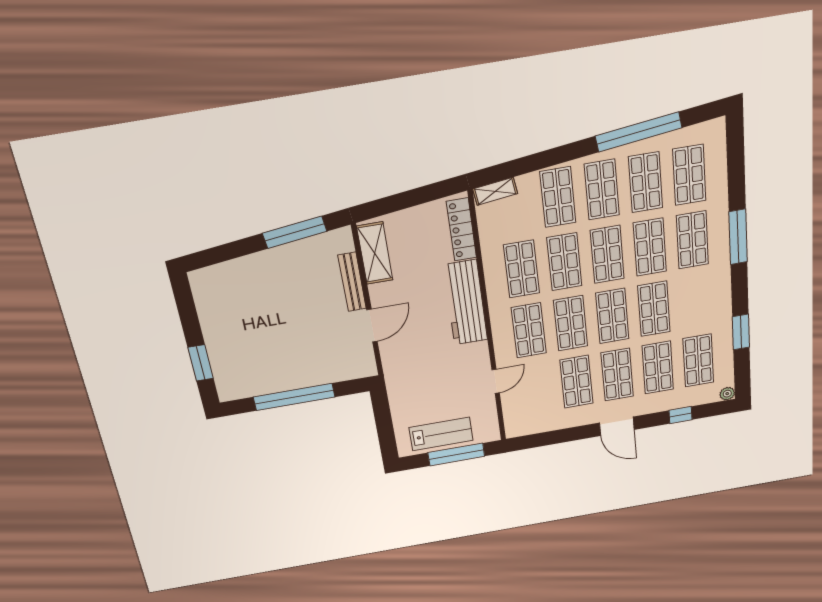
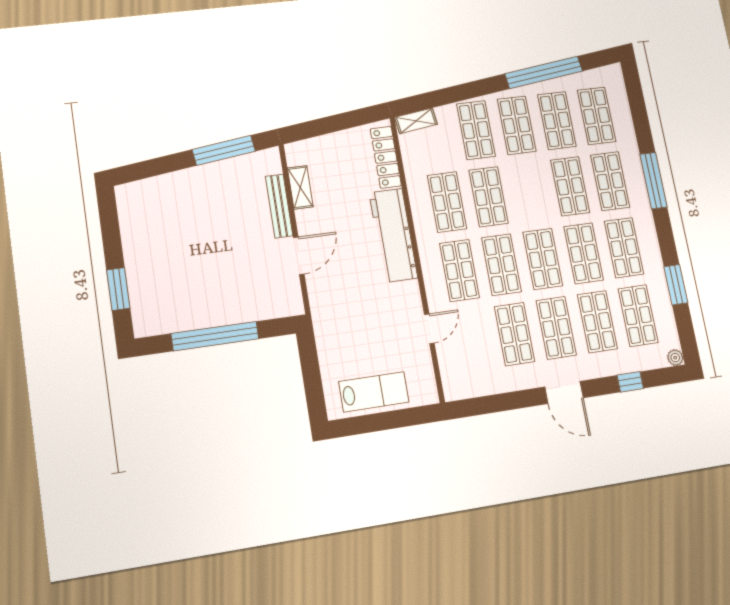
shelving: (375, 253) -> (300, 187), width x0.67, depth x0.75
shop shelf: (607, 254) -> (624, 248), moved
window: (456, 454) -> (392, 420), removed

